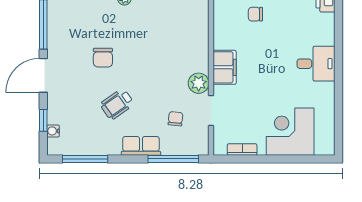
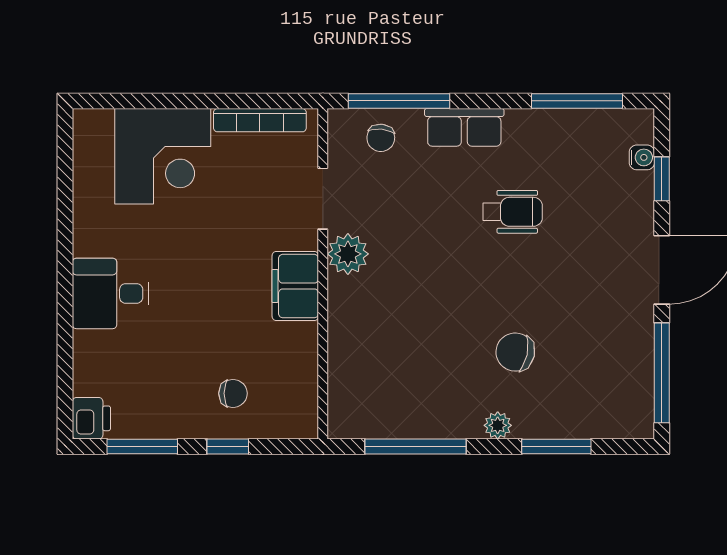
chair: (103, 58) -> (515, 352), moved, turned -78
wheelchair: (117, 104) -> (513, 212), turned 35
chair: (175, 119) -> (381, 138), moved
bookcase: (242, 149) -> (260, 120), width x1.56

